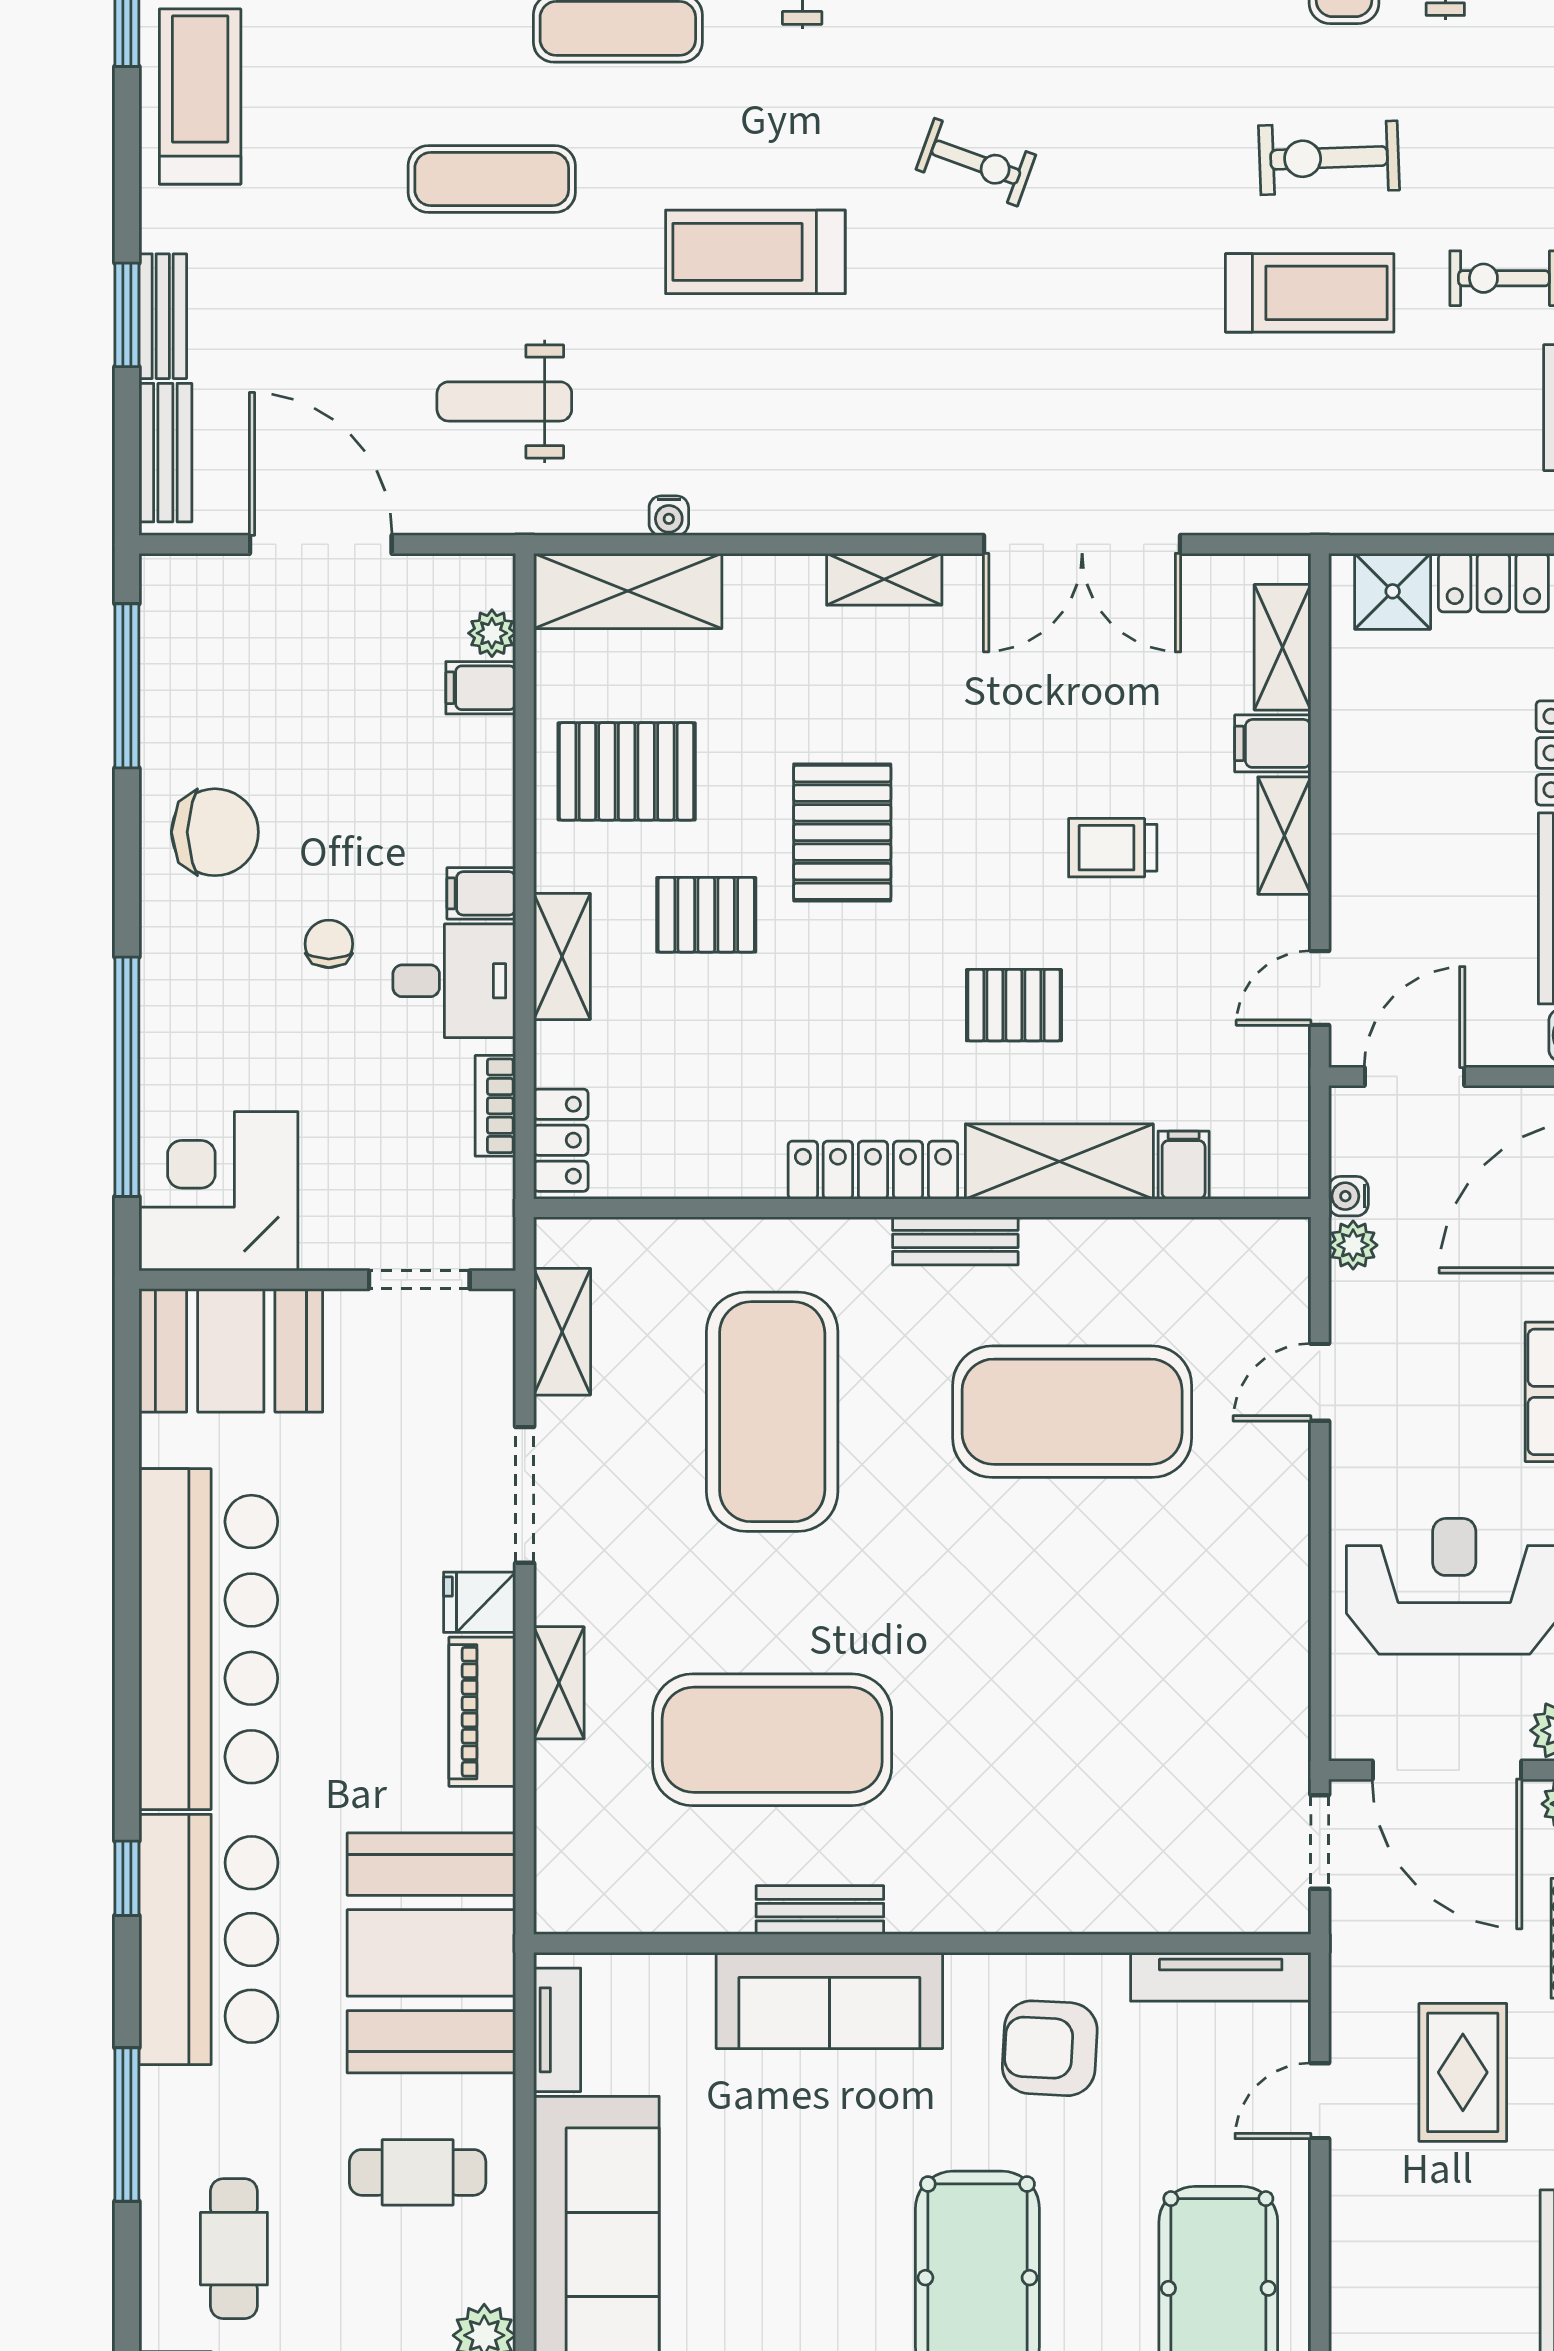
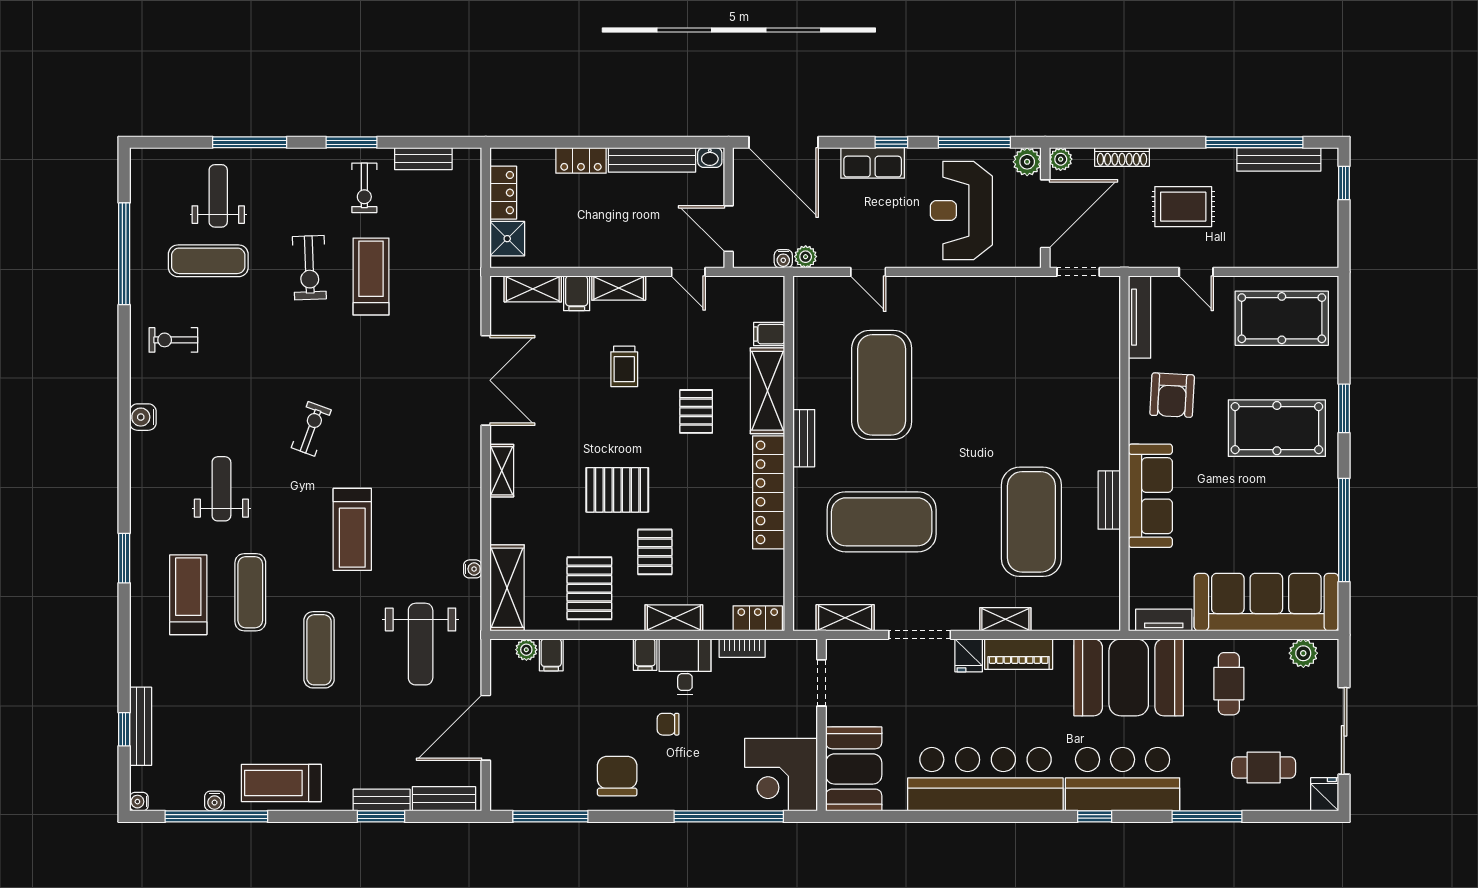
weight bench: (504, 401) -> (421, 644), width x1.36, depth x1.33
locker: (873, 1170) -> (769, 492), width x1.41, depth x1.21

